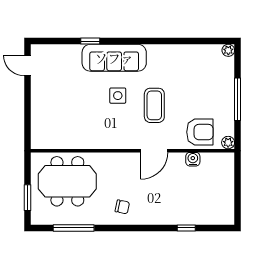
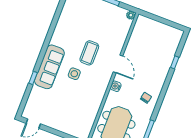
coffee table: (154, 105) -> (89, 53), turned 90
armchair: (200, 132) -> (117, 30), removed
water cooler: (193, 159) -> (116, 86), moved

